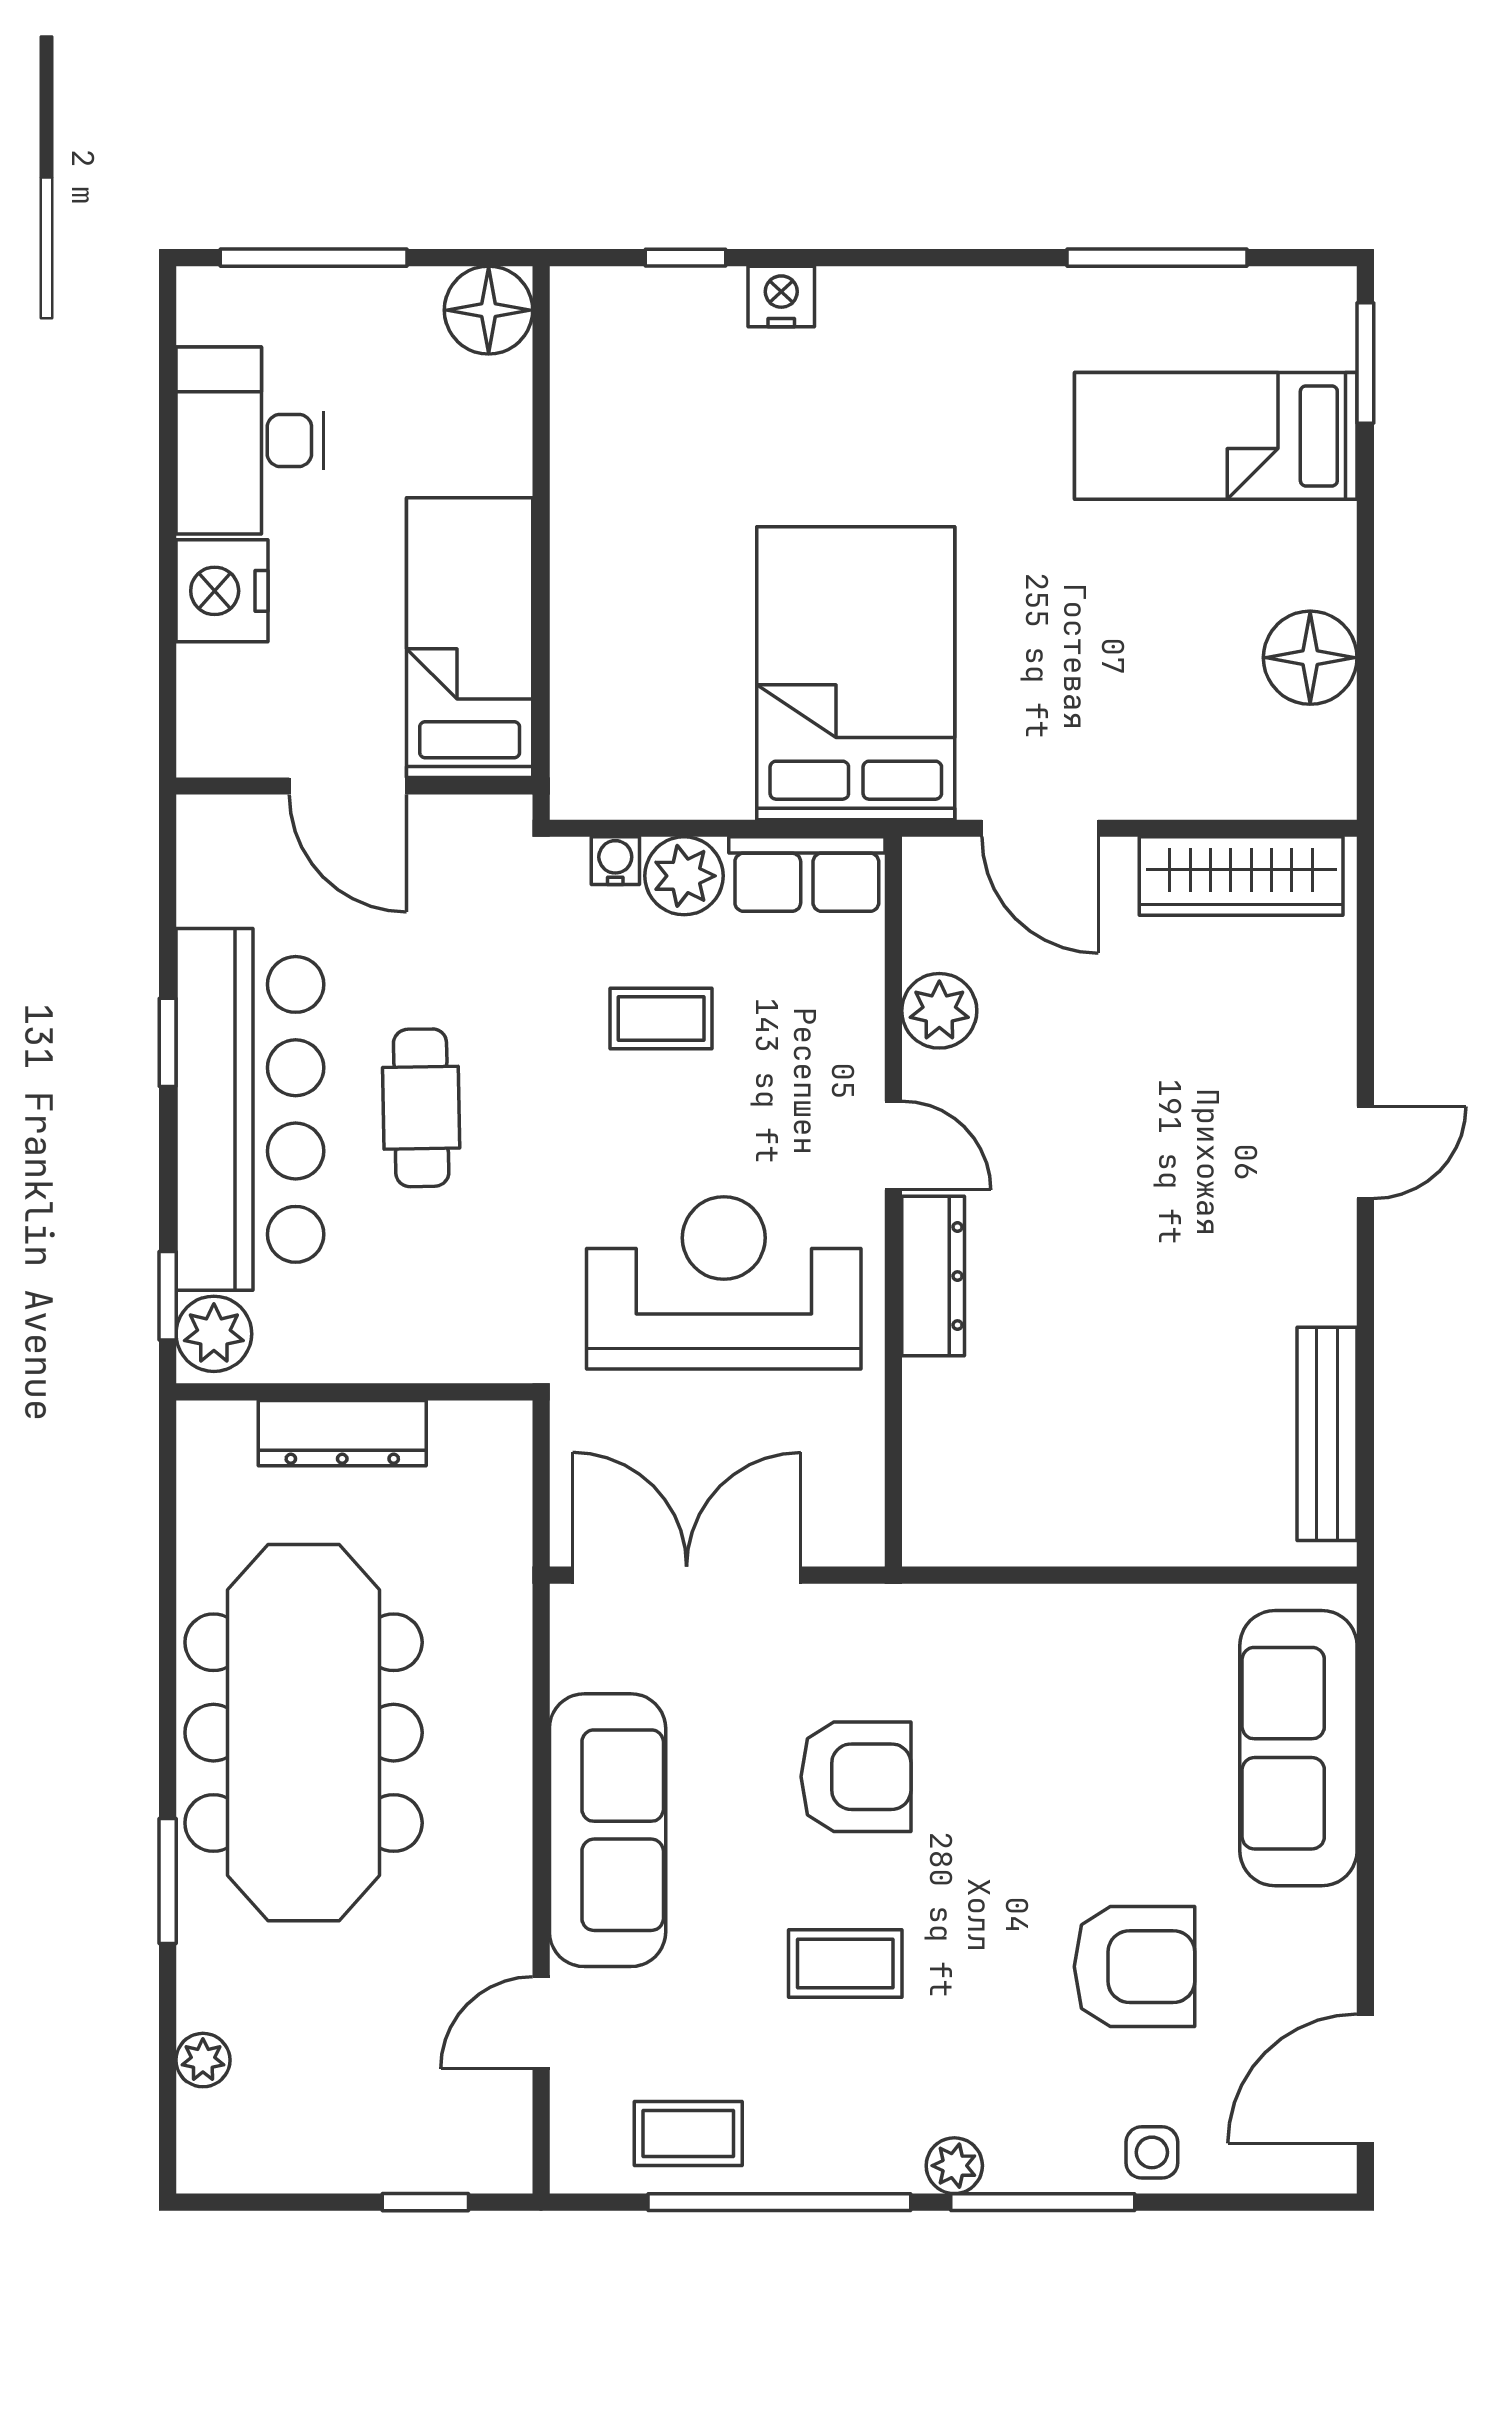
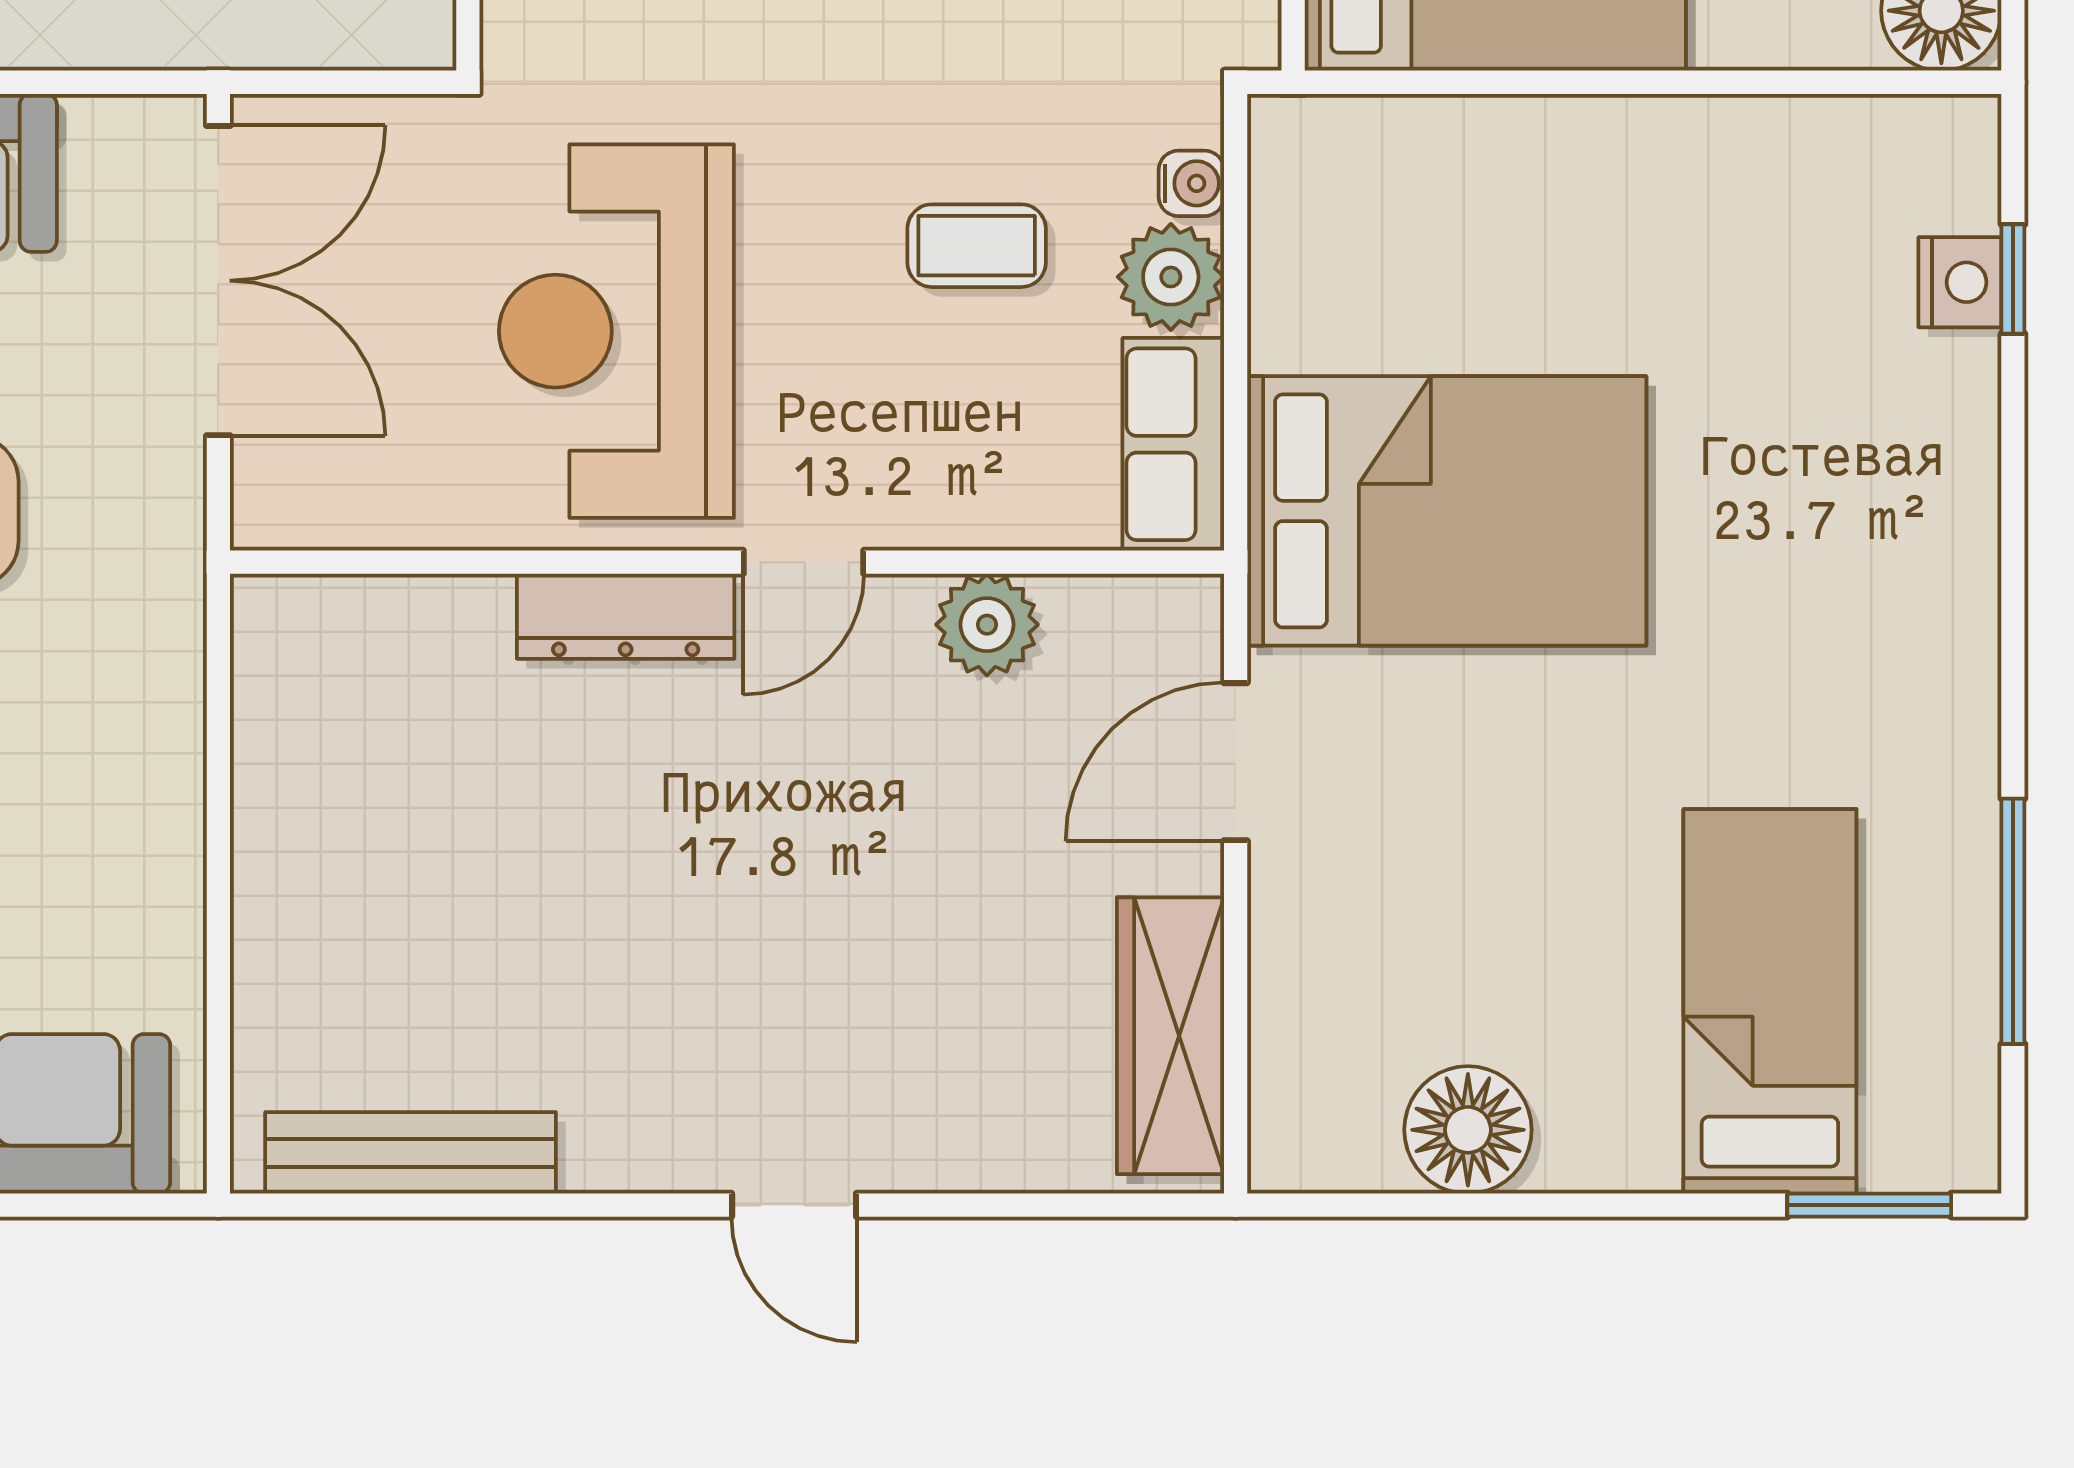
nightstand: (781, 296) -> (1960, 282), moved
coffee table: (661, 1018) -> (977, 246), turned 90
reception desk: (724, 1283) -> (616, 331), turned 180

